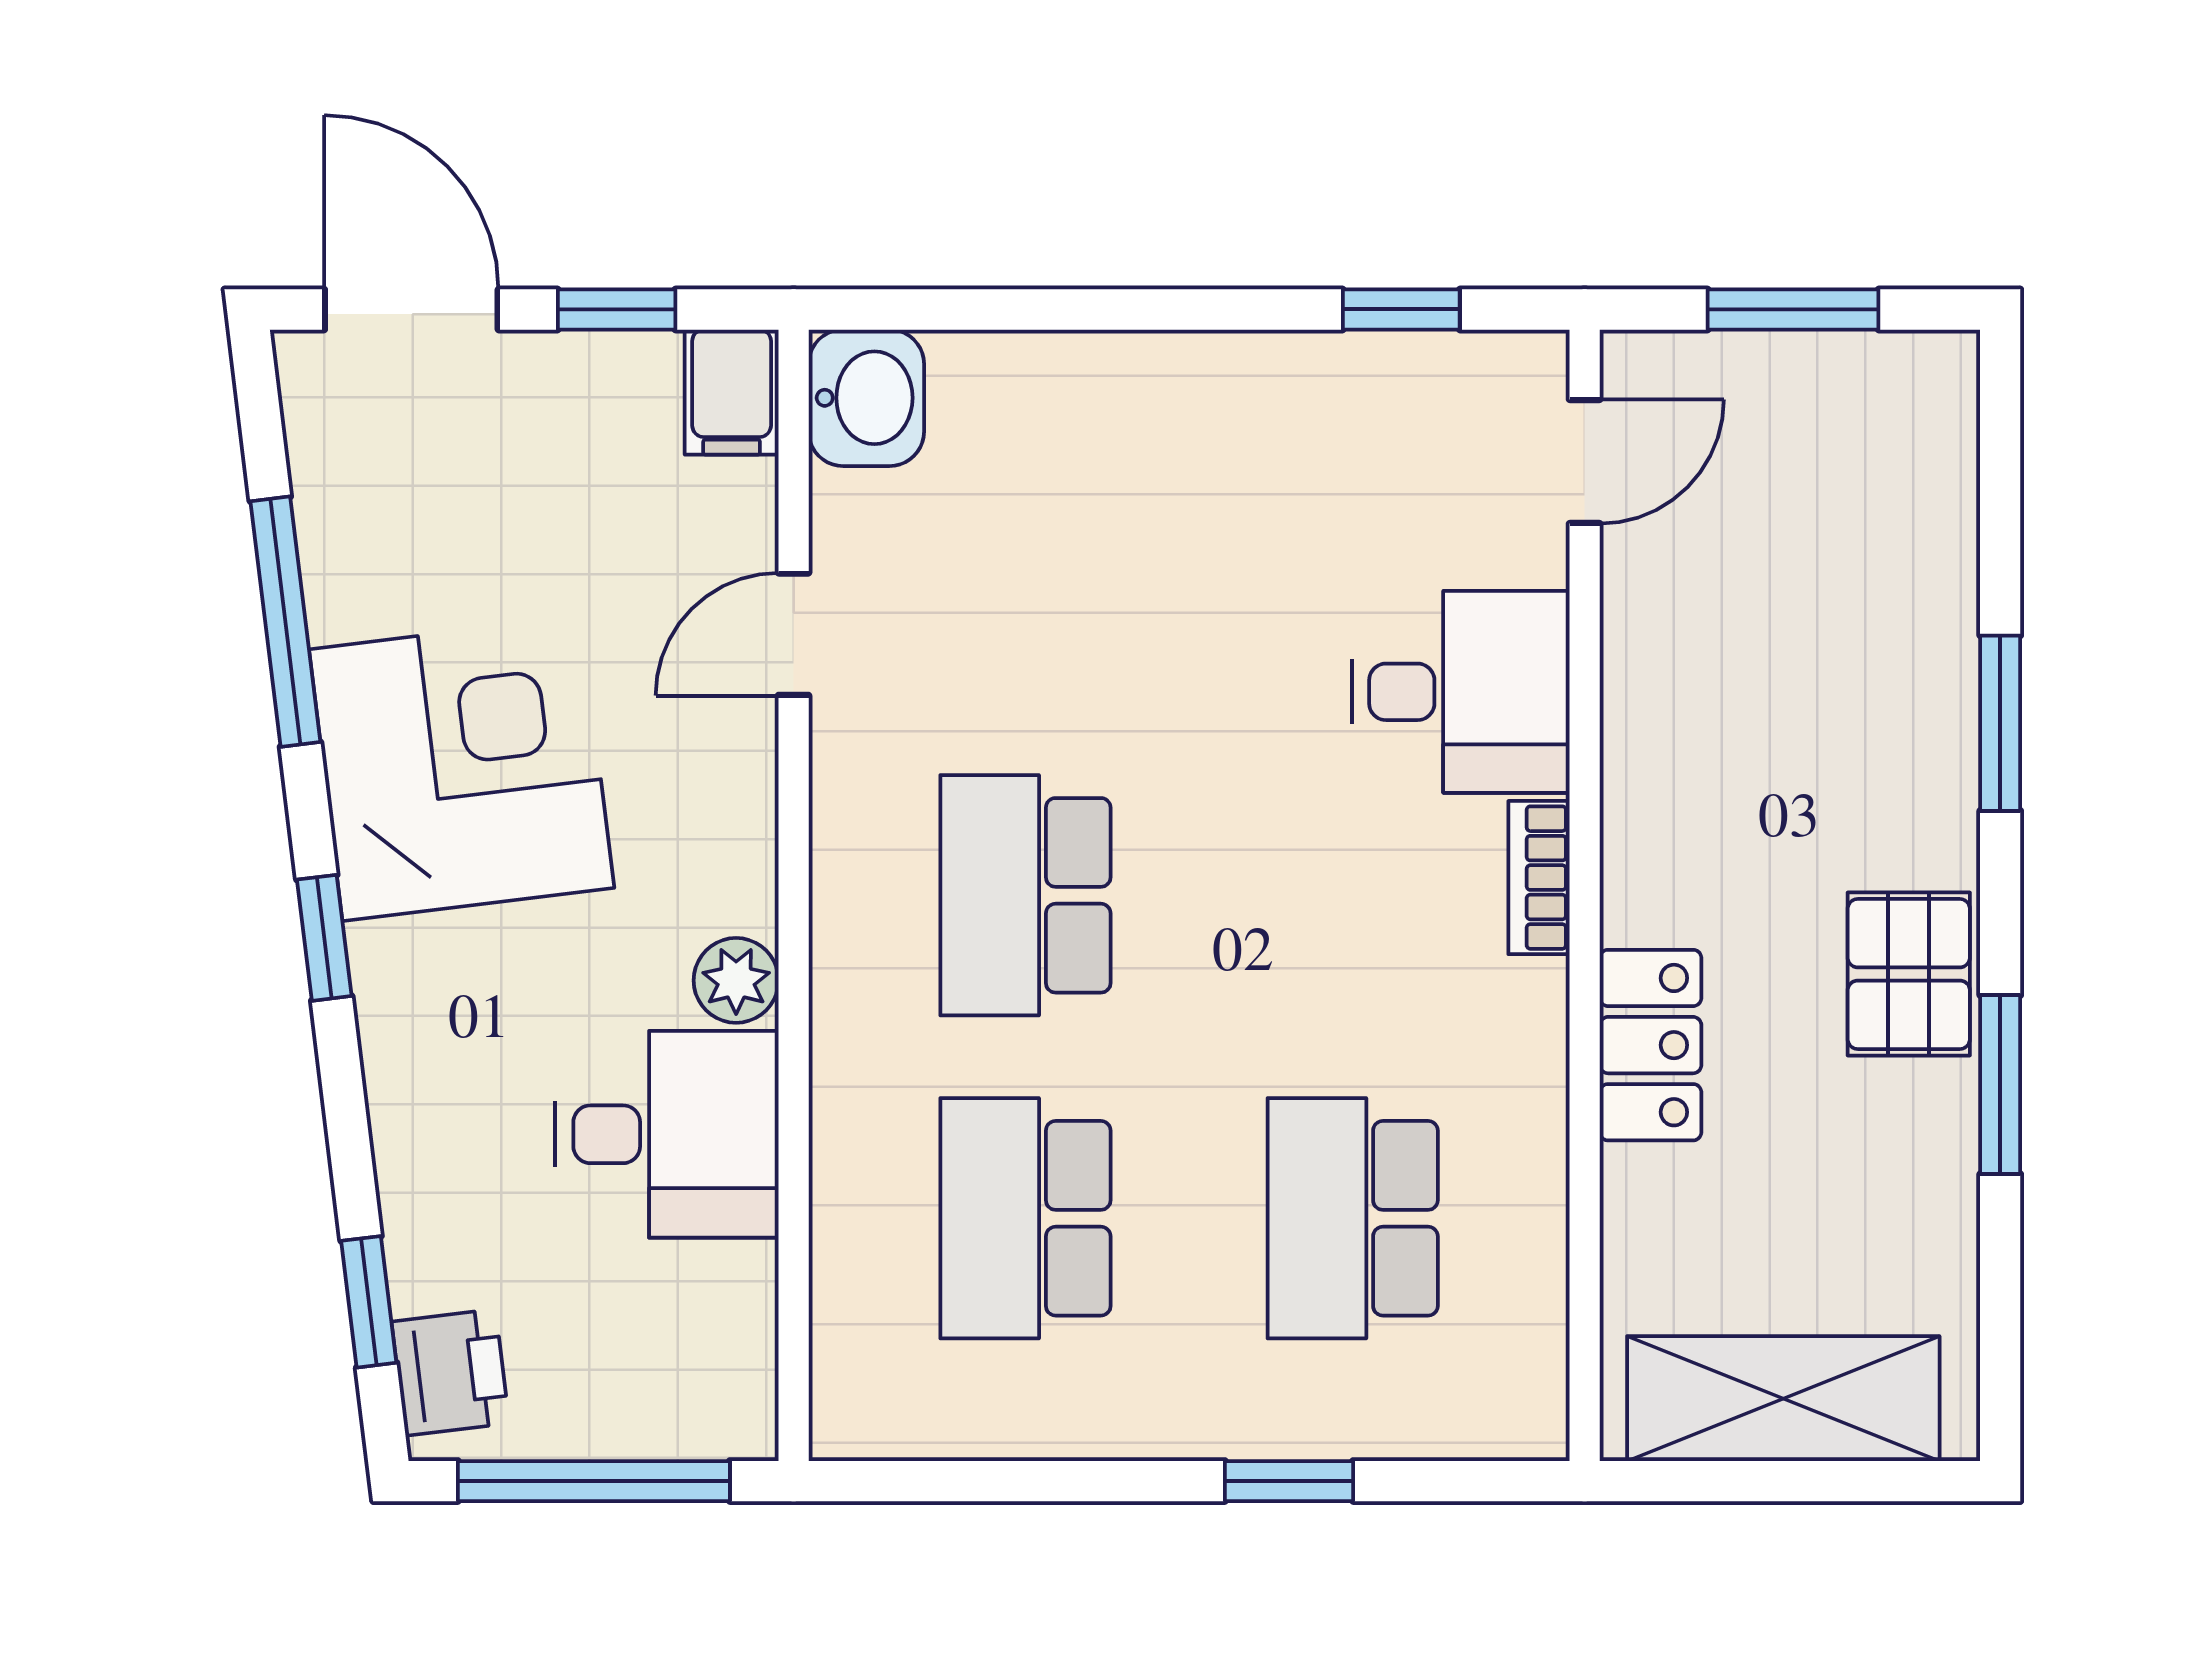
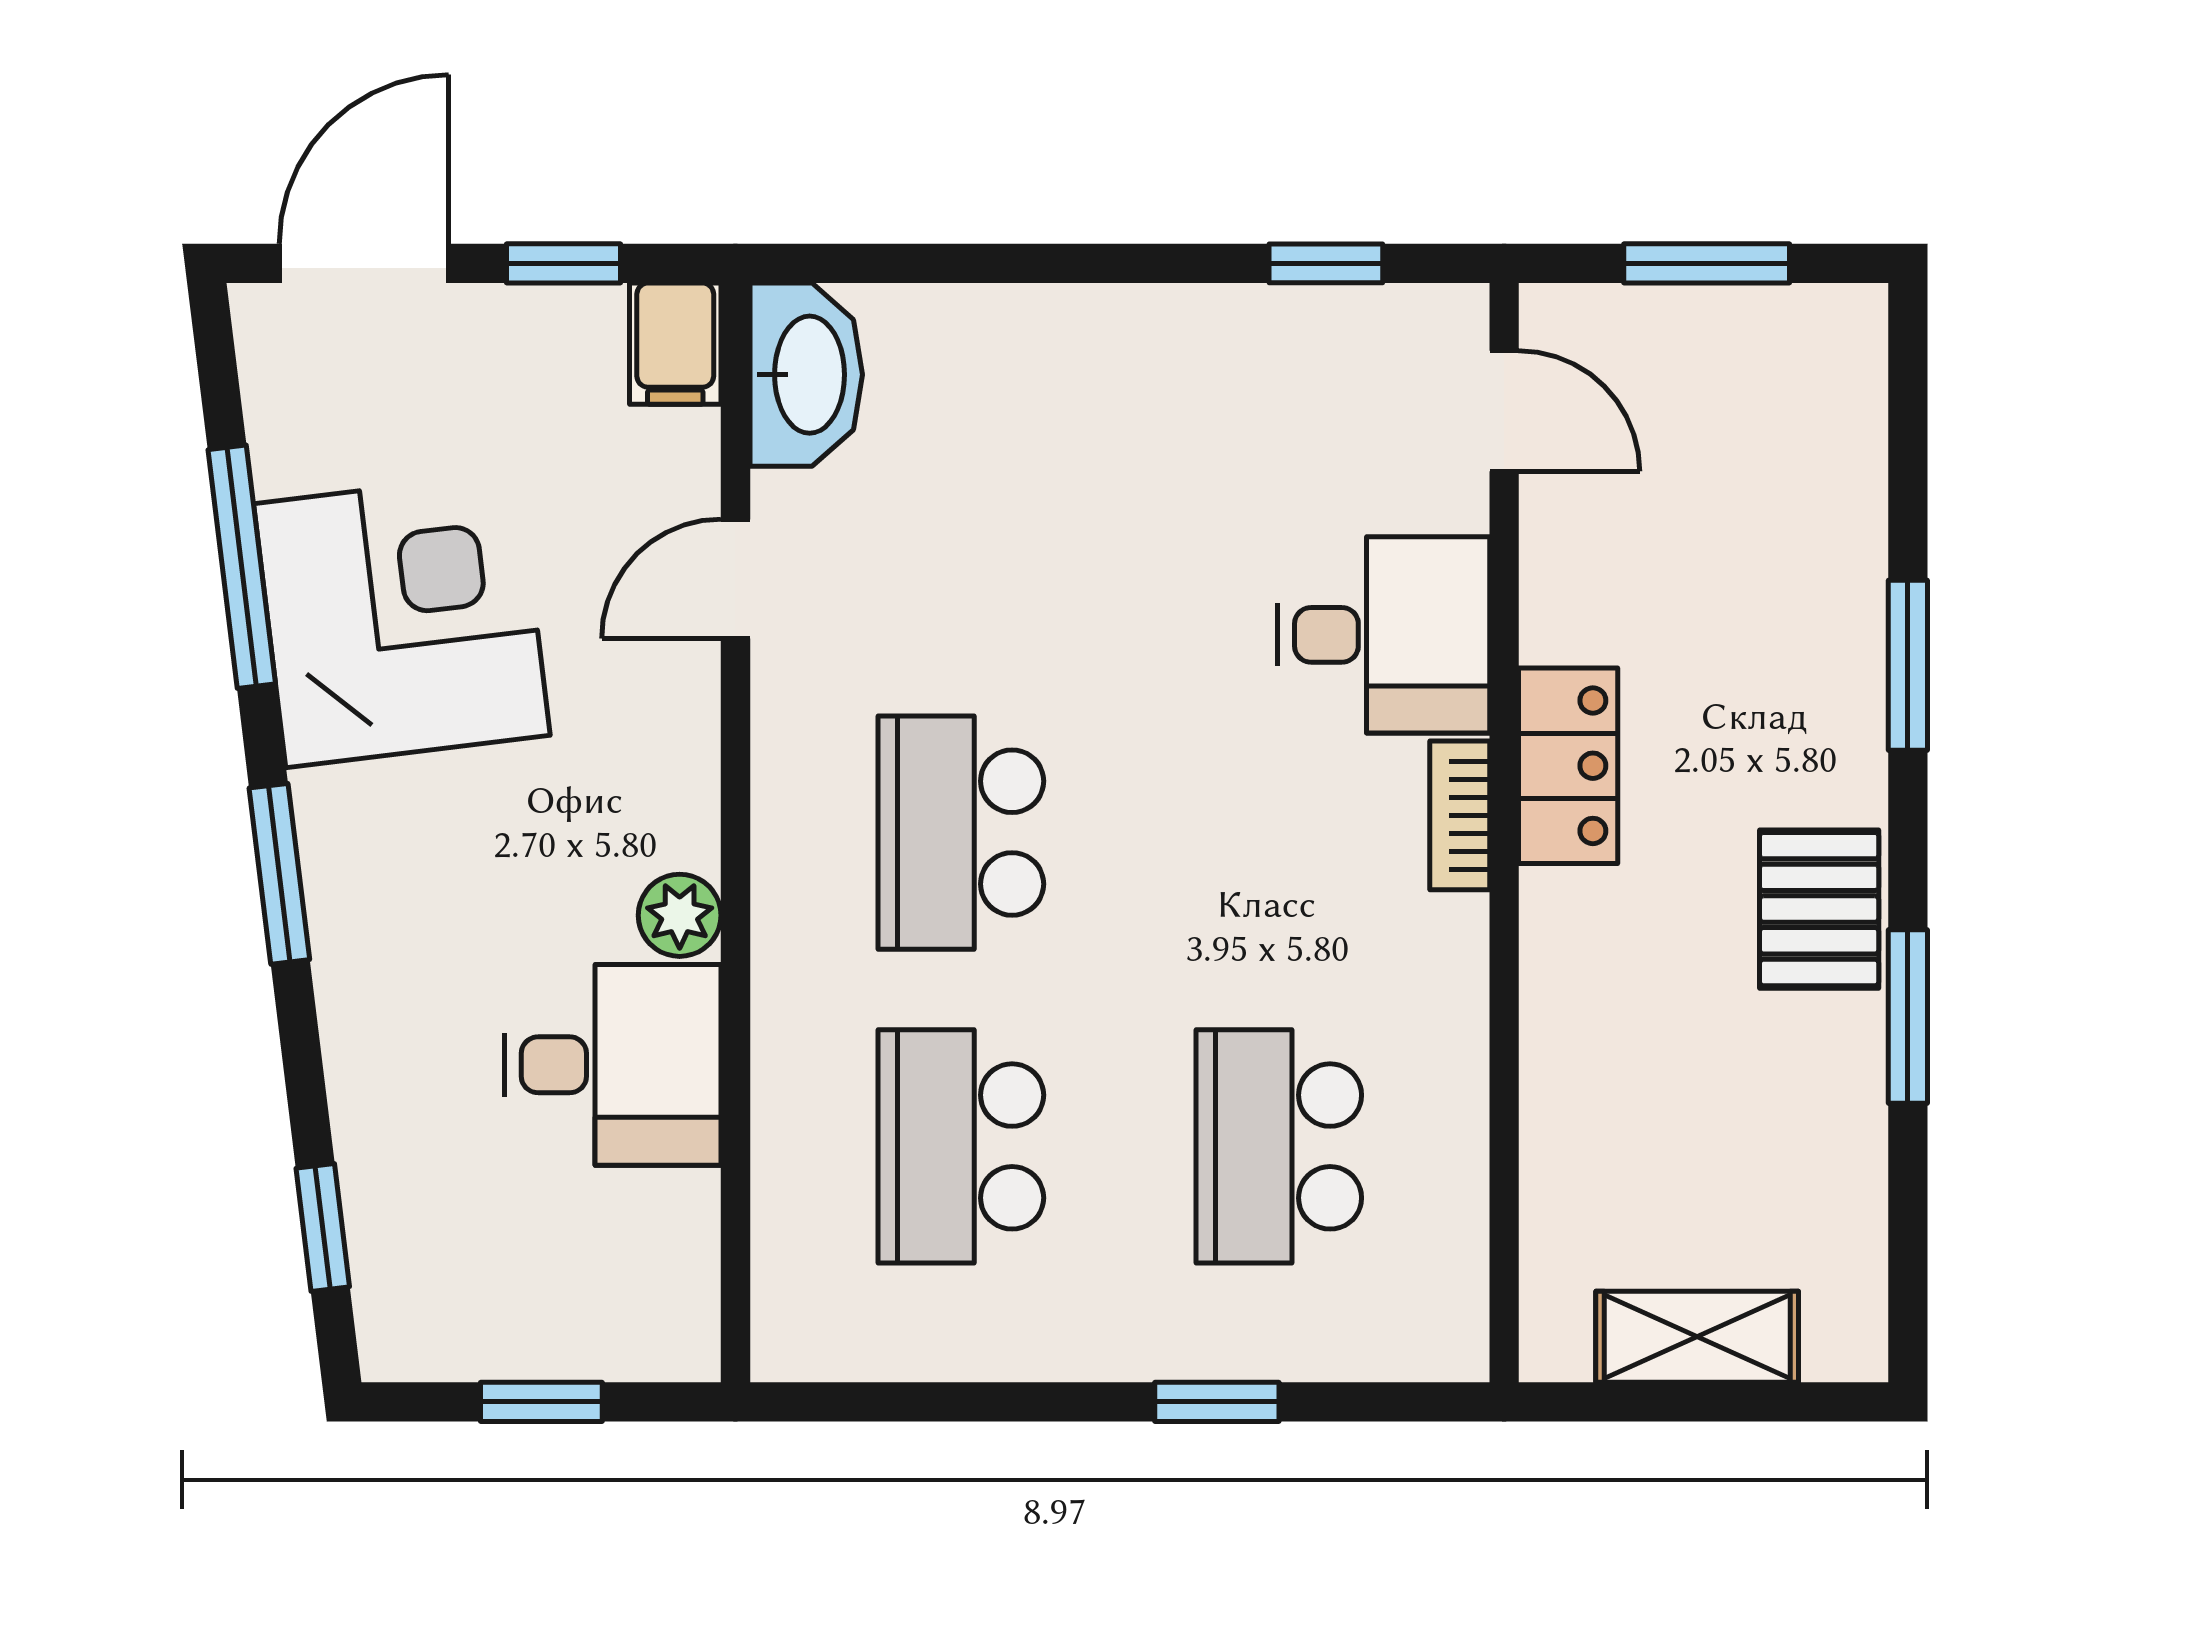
door: (411, 309) -> (364, 263), hinge flipped
washbasin: (866, 398) -> (806, 375), width x1.38
door: (1585, 461) -> (1504, 411), hinge flipped
corner desk: (462, 769) -> (402, 620), moved
window: (324, 938) -> (279, 874), width x1.50
locker: (1651, 1045) -> (1568, 766), moved
printer: (450, 1372) -> (402, 1296), removed
shelving: (1783, 1399) -> (1697, 1337), width x0.67, depth x0.75
window: (594, 1481) -> (541, 1402), width x0.46

